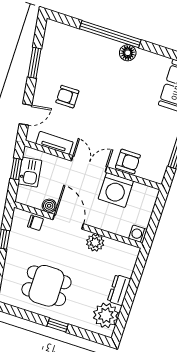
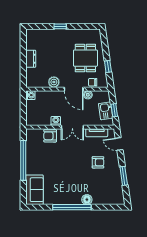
window: (110, 34) -> (72, 207), moved
floor lamp: (128, 53) -> (87, 200), moved
door: (26, 114) -> (119, 144), hinge flipped
washing machine: (116, 190) -> (56, 121), width x0.53, depth x0.53
dining table: (46, 286) -> (85, 58), moved, turned 90
plant: (106, 315) -> (34, 41), removed

